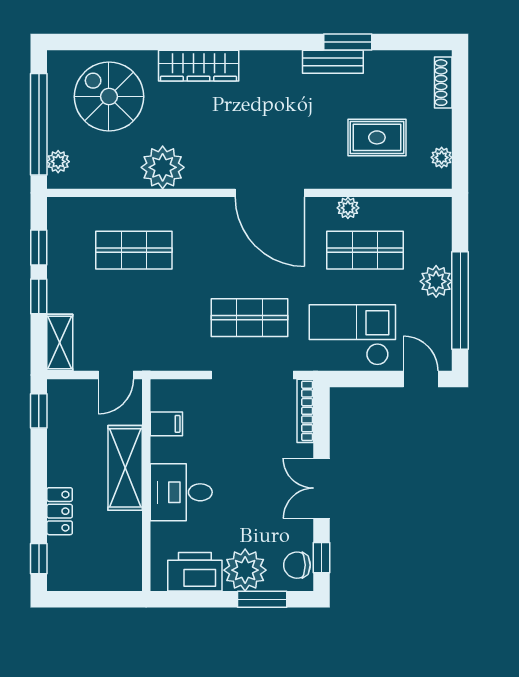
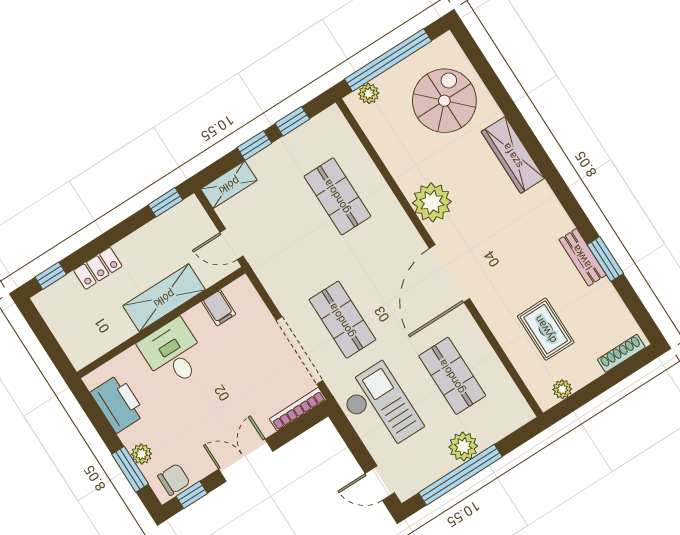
plant: (163, 167) -> (432, 202), moved
plant: (348, 208) -> (477, 342), removed
door: (421, 379) -> (380, 483), swing flipped
chair: (297, 565) -> (174, 479), turned 90
plant: (245, 570) -> (142, 454), width x0.53, depth x0.53

